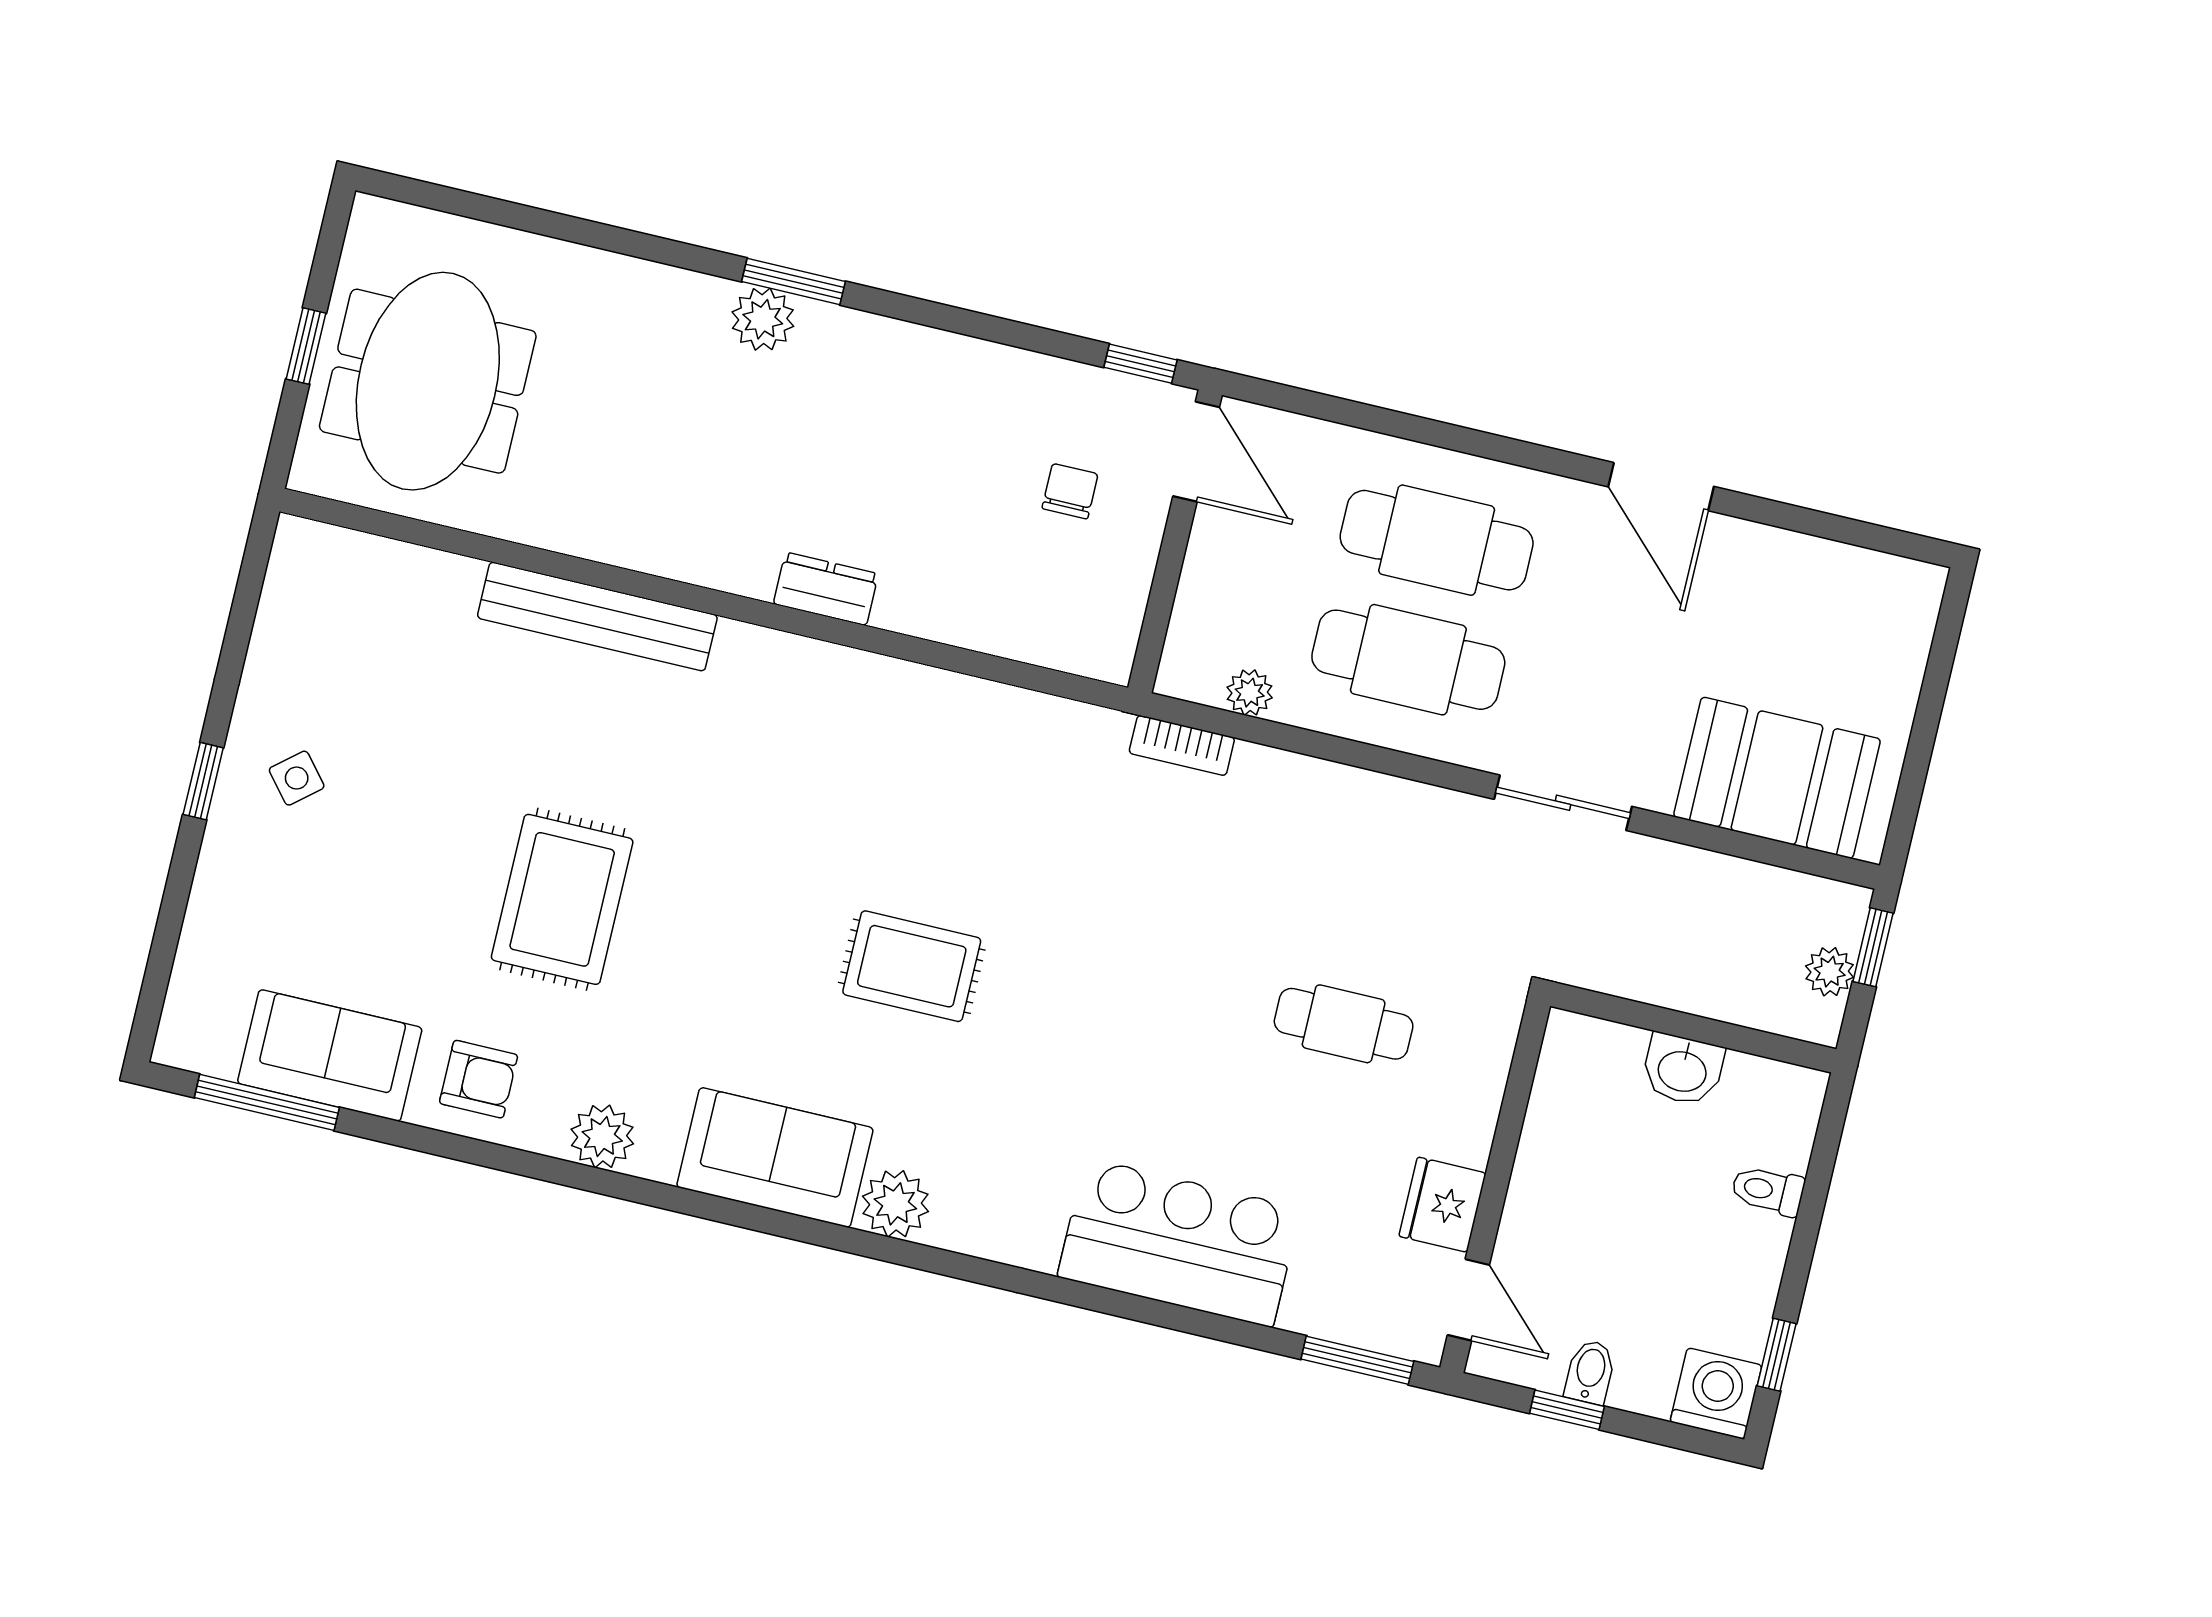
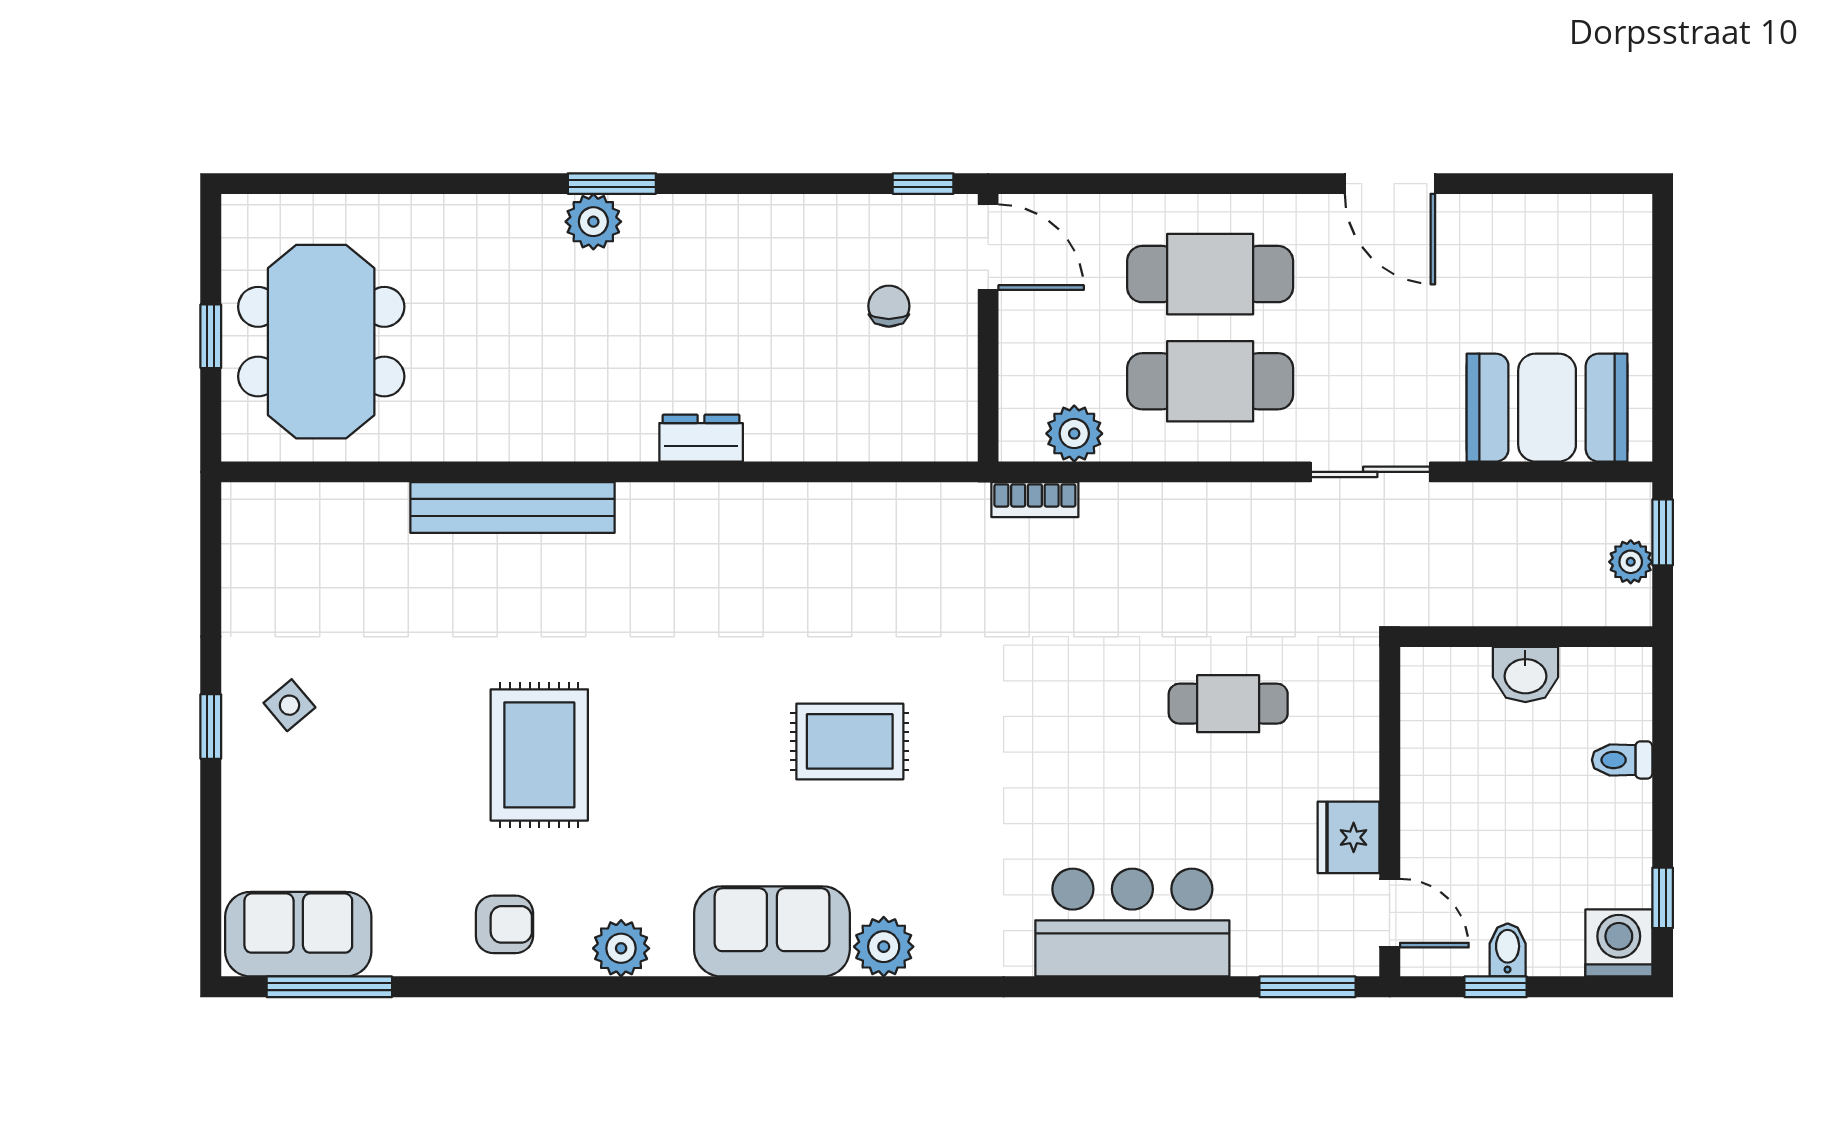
plant: (1250, 693) -> (1074, 434), width x1.38, depth x1.38
sofa: (330, 1055) -> (298, 934), moved

